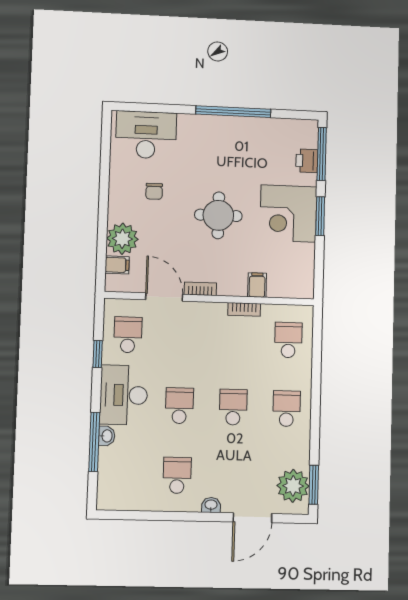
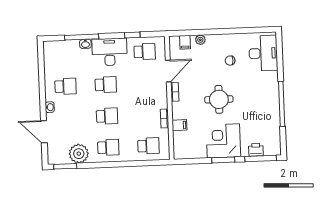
plant: (122, 239) -> (200, 40), width x0.53, depth x0.53
plant: (293, 486) -> (79, 154), moved

